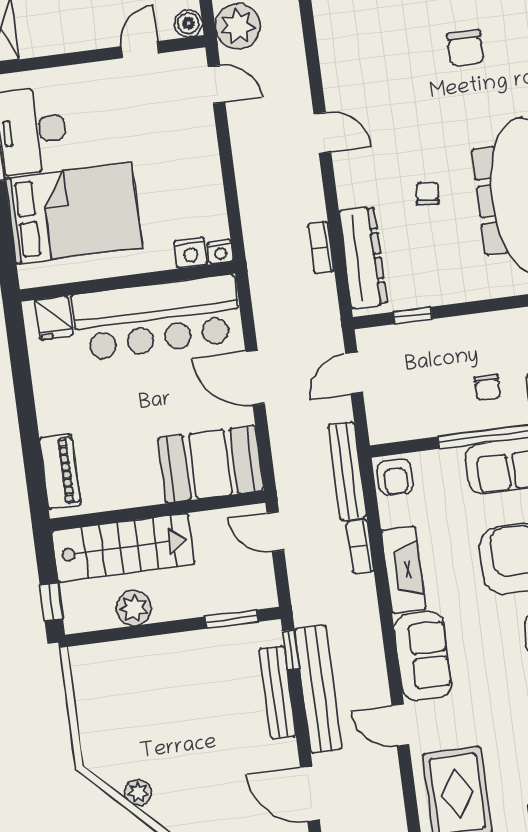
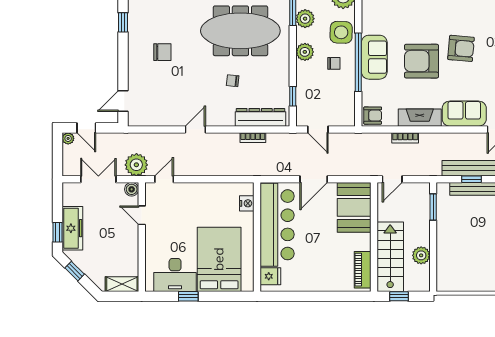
nightstand: (220, 252) -> (248, 188), removed
plant: (503, 327) -> (305, 52), added
bench: (347, 471) -> (367, 139), removed
piano: (60, 472) -> (363, 270), moved, turned -90
window: (51, 602) -> (399, 296), moved
window: (291, 650) -> (471, 179), moved

